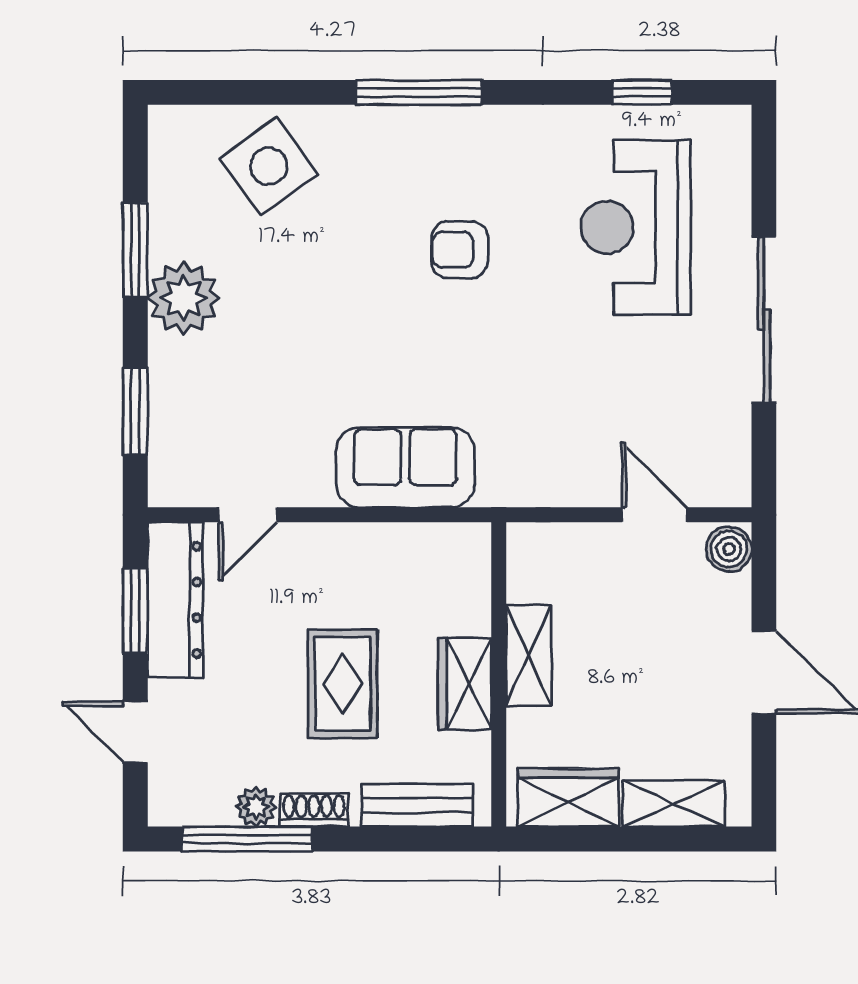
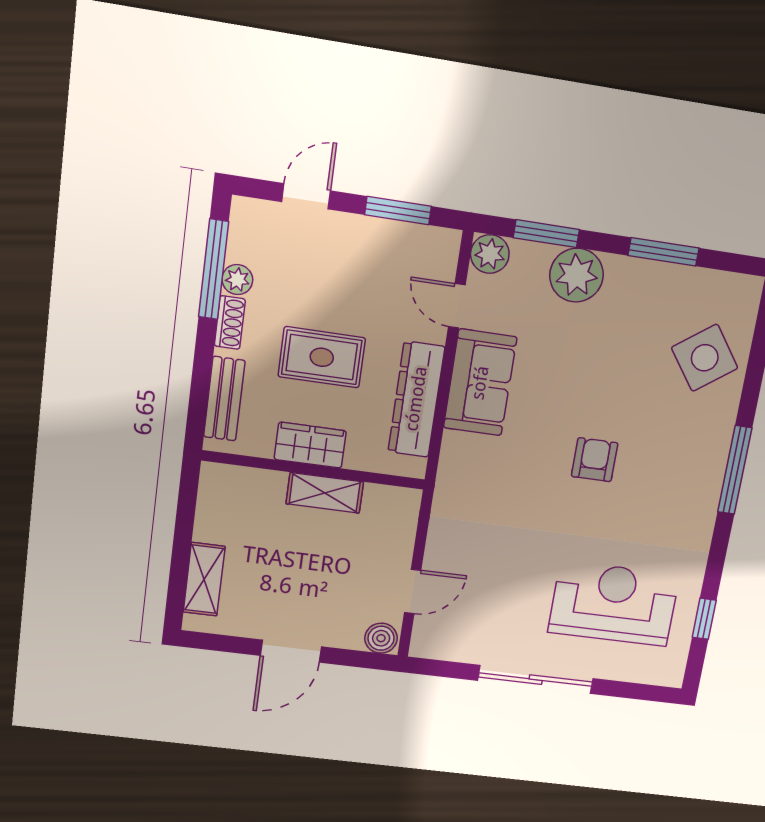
armchair: (460, 250) -> (595, 460), moved
plant: (184, 298) -> (576, 275), moved
sofa: (405, 467) -> (480, 383), moved
plant: (173, 482) -> (490, 254), added
dresser: (175, 600) -> (416, 399), moved, turned 90
wardrobe: (568, 798) -> (217, 507), removed

